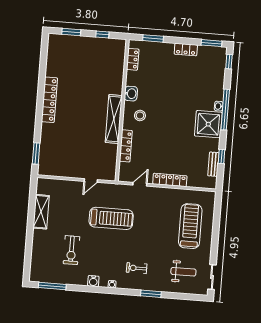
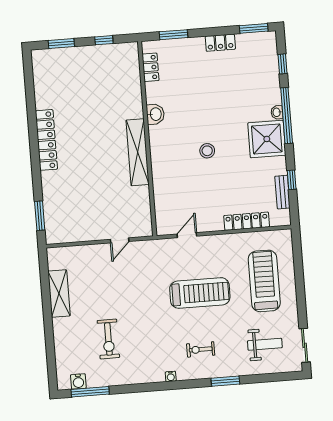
window: (229, 62) -> (282, 64), moved
stool: (140, 116) -> (207, 151), moved
locker: (126, 146) -> (160, 186), removed
locker: (170, 180) -> (247, 221), moved
treadmill: (111, 218) -> (200, 293), moved
water cooler: (93, 281) -> (78, 381), moved

